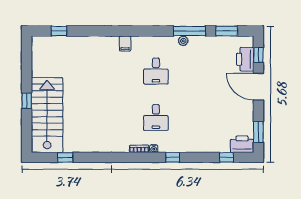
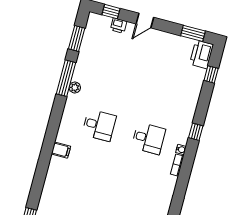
printer: (245, 59) -> (119, 26), width x0.53, depth x0.68
door: (258, 87) -> (145, 21), width x0.53

